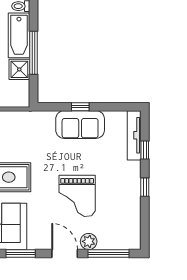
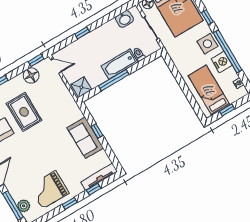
shower: (19, 69) -> (81, 87), moved
grand piano: (77, 196) -> (49, 190), moved
plant: (89, 241) -> (24, 206), moved

